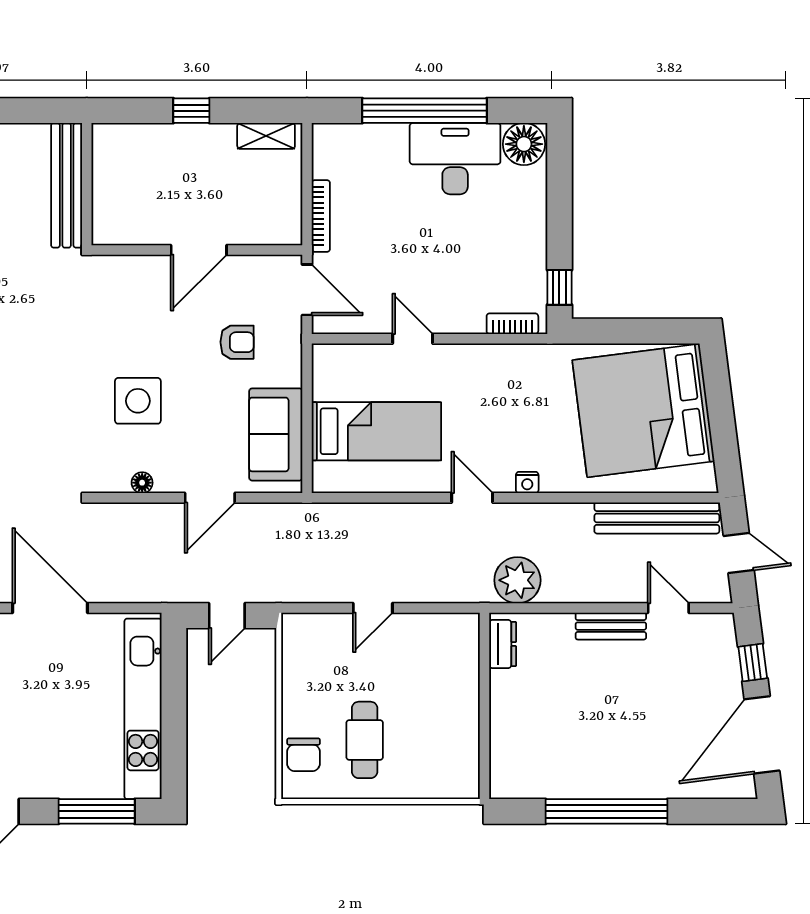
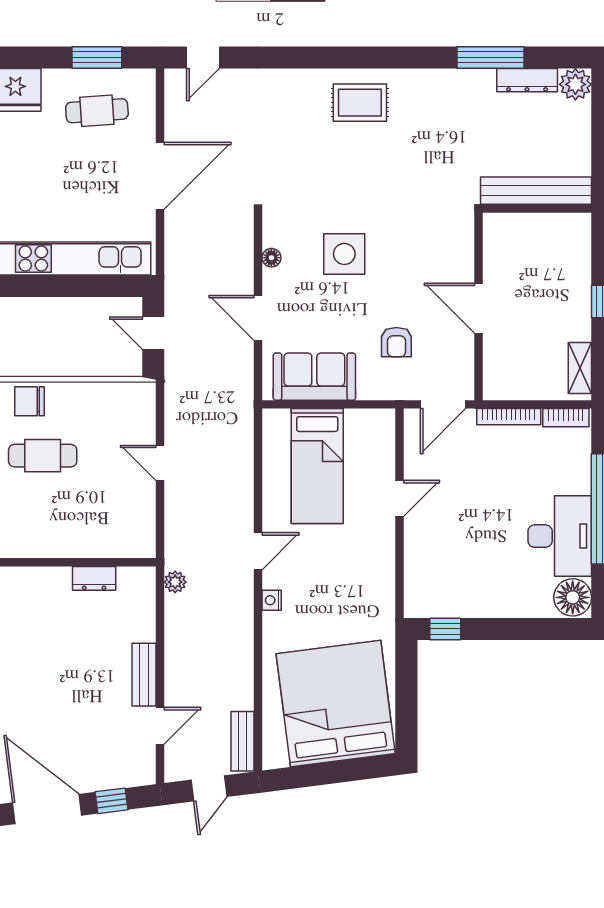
bookcase: (512, 324) -> (566, 418), moved, turned 90
bench: (657, 518) -> (243, 741), width x0.54, depth x0.82
plant: (517, 580) -> (175, 582), width x0.53, depth x0.53
dresser: (503, 644) -> (94, 578), moved

